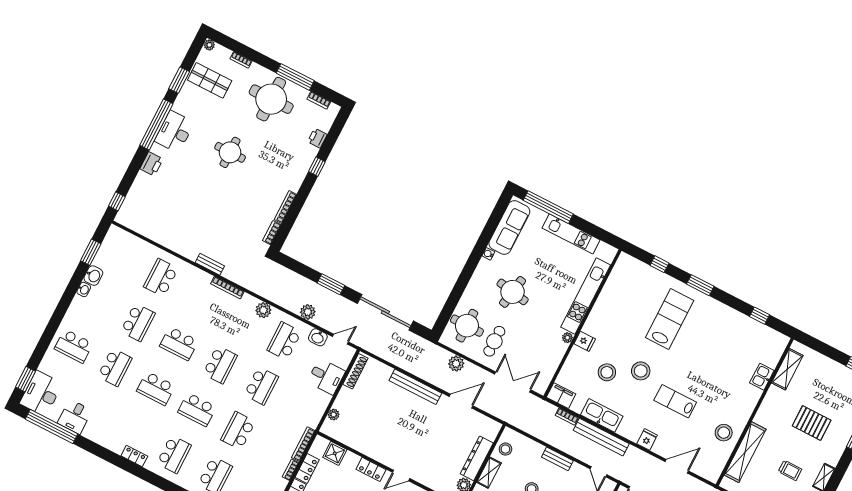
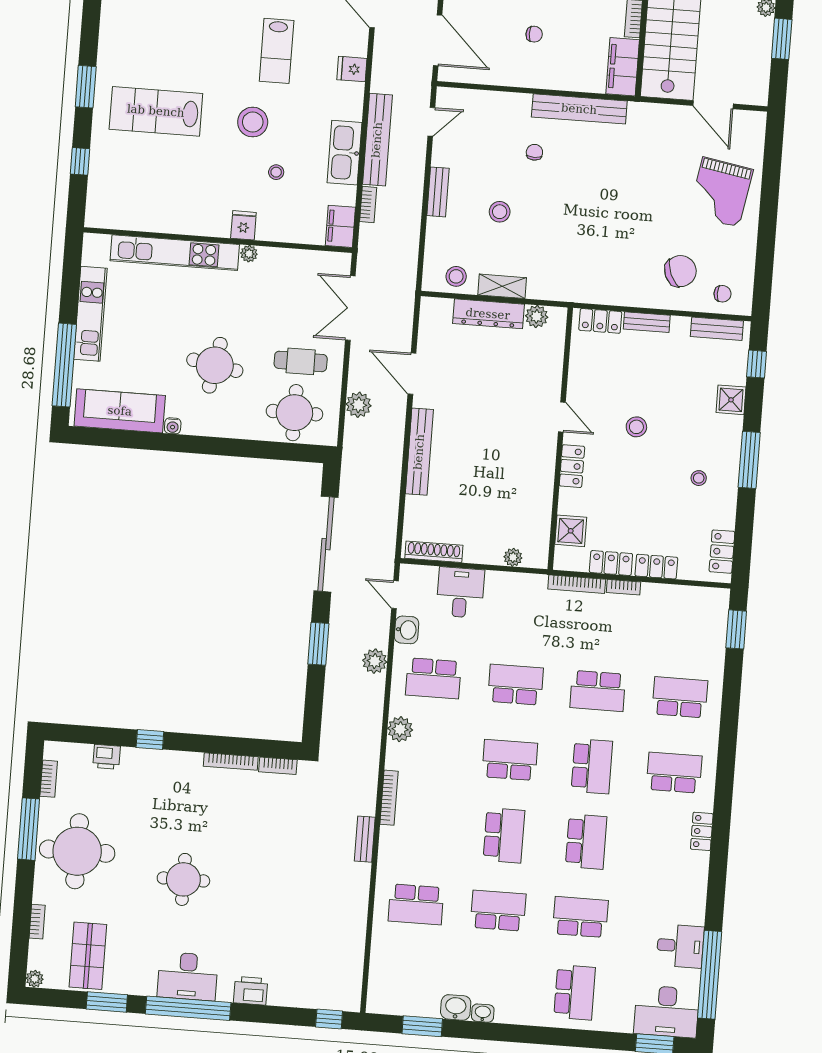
stool: (607, 372) -> (276, 172), width x0.53, depth x0.53

